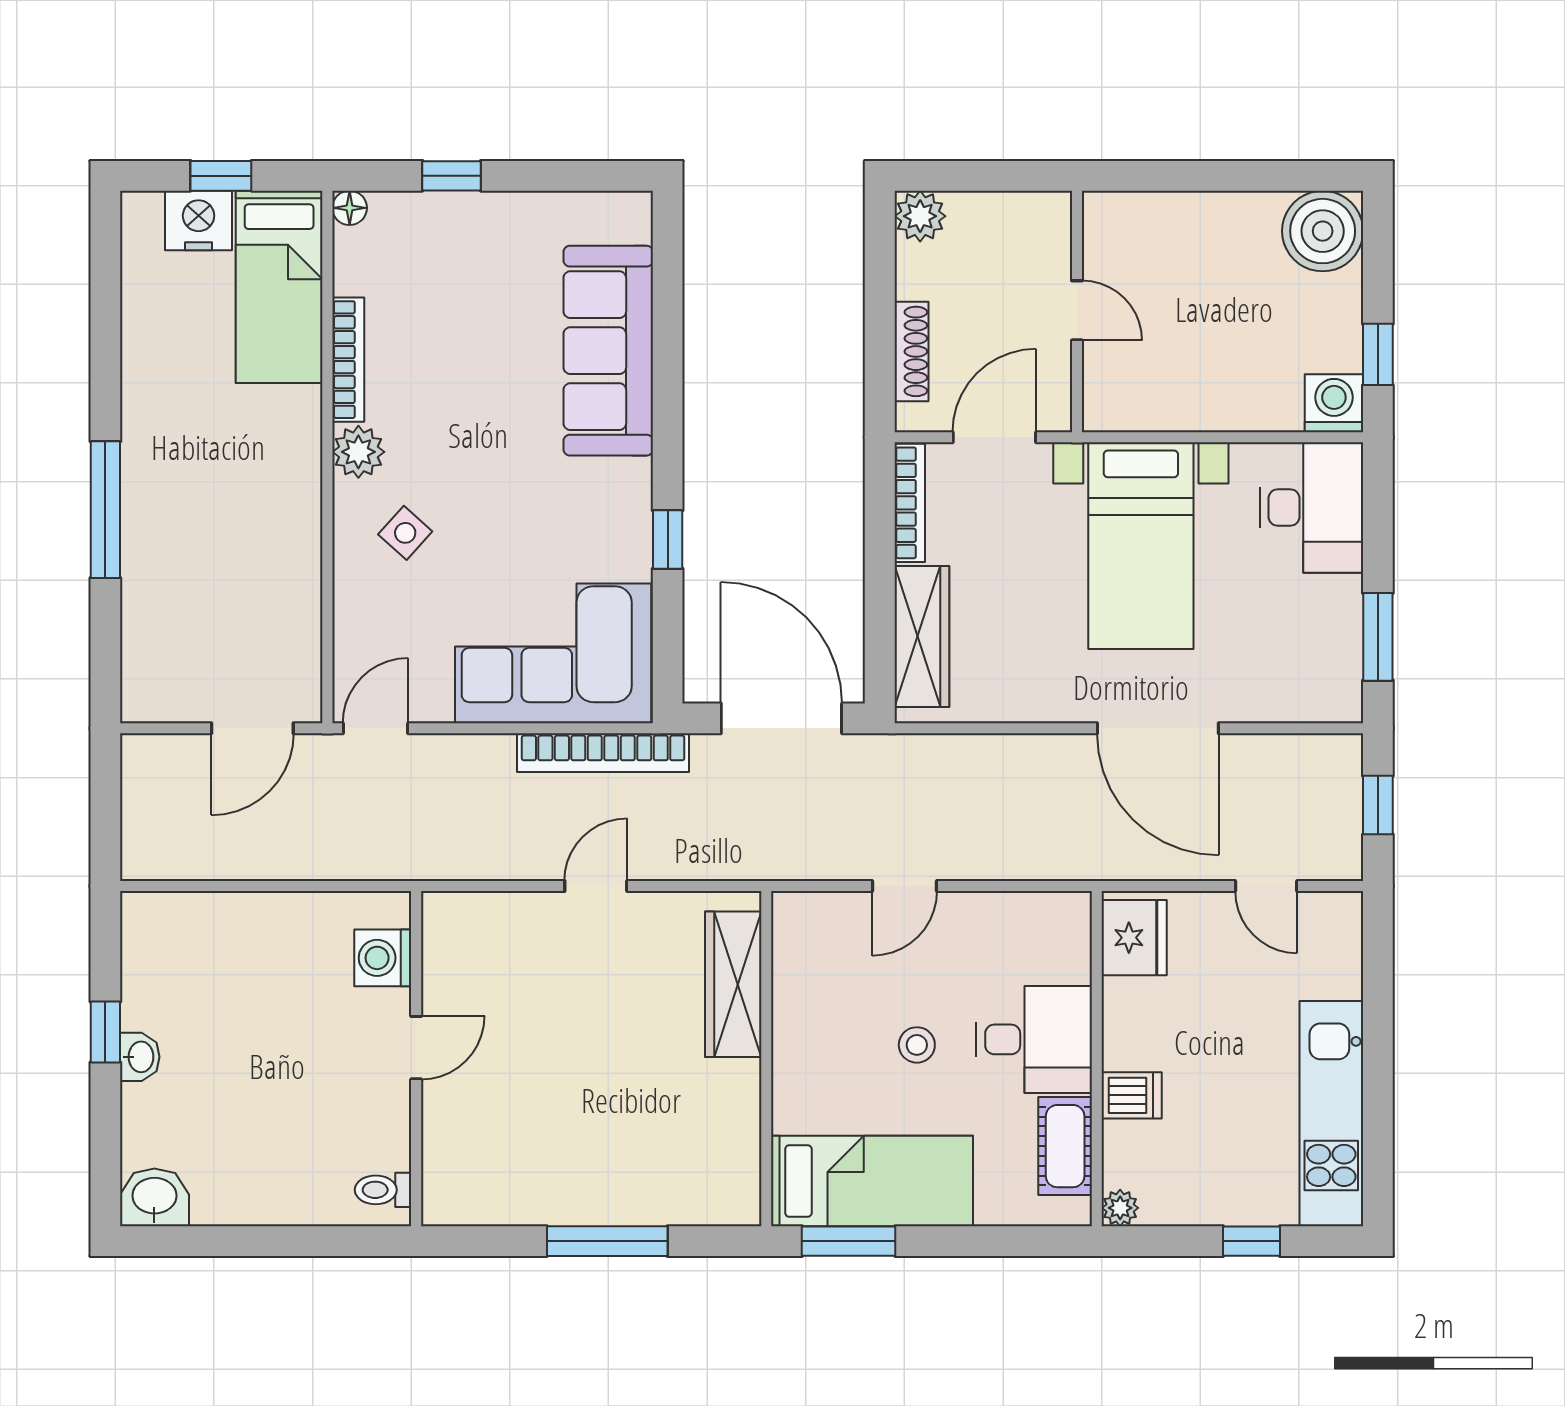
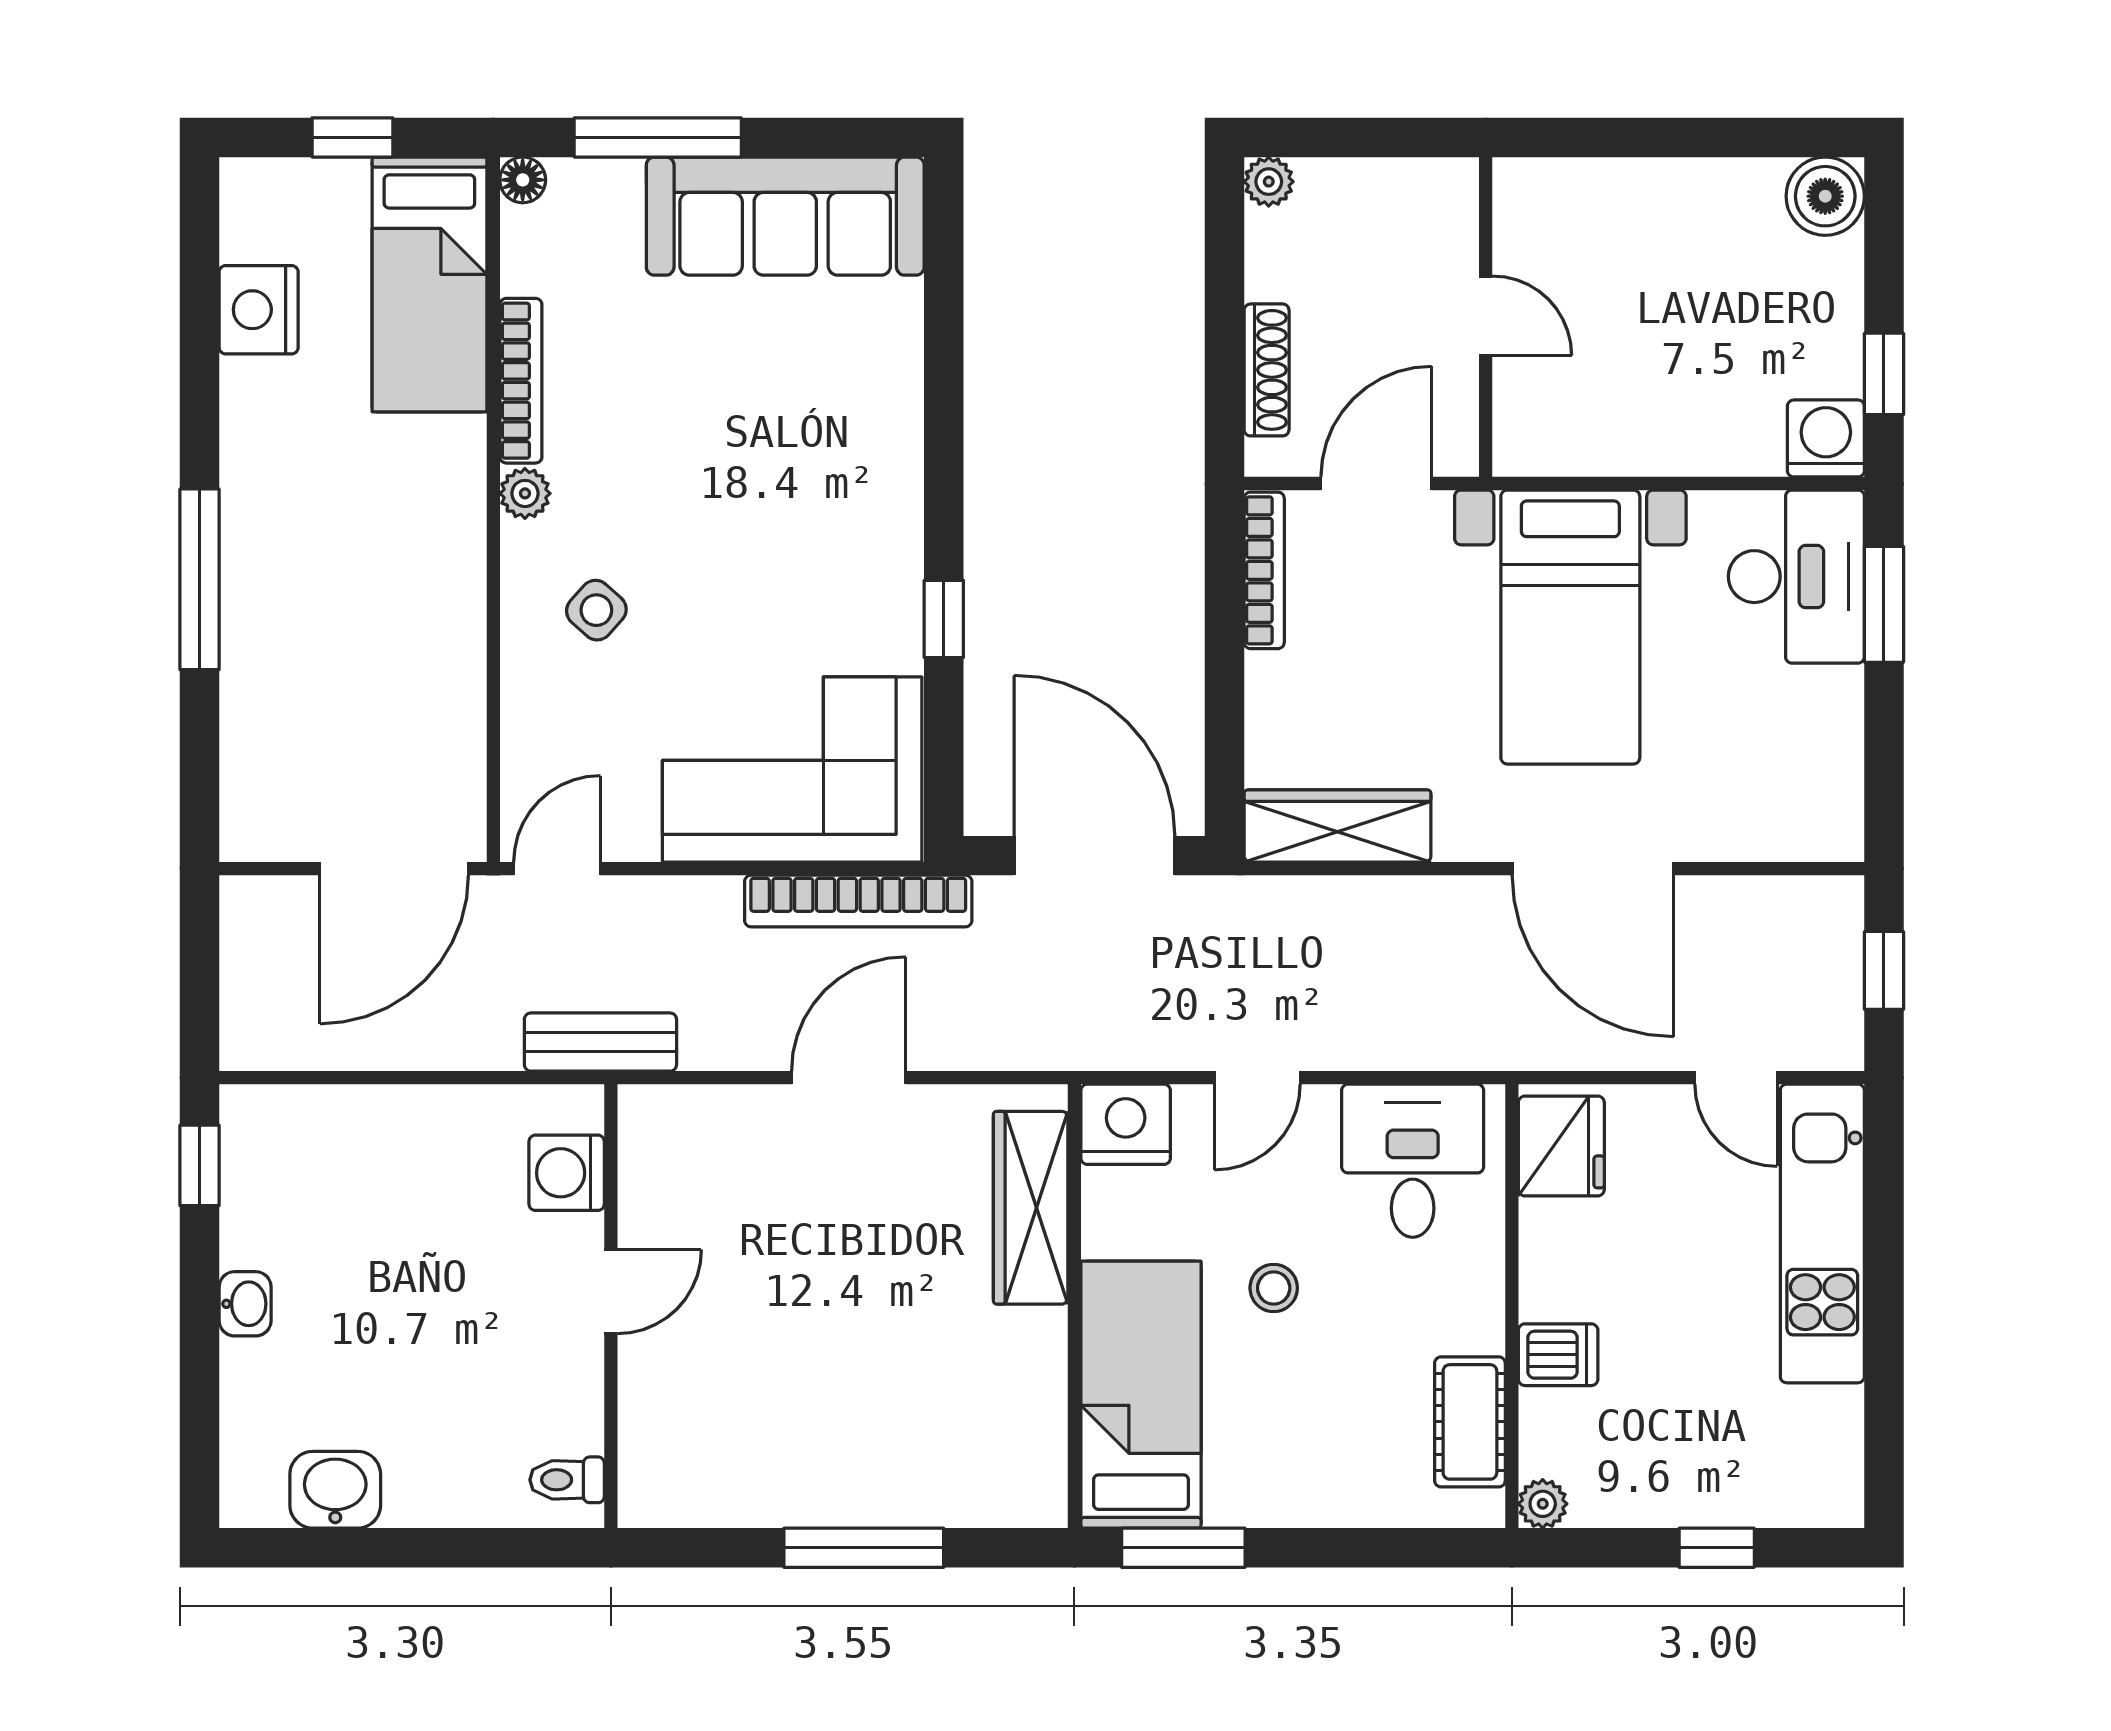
window: (452, 176) -> (658, 137), width x2.17
plant: (920, 216) -> (1269, 182), width x0.73, depth x0.73
nightstand: (199, 220) -> (259, 310), moved, turned -90
boiler: (1323, 231) -> (1825, 196), width x0.73, depth x0.73
sofa: (608, 351) -> (785, 216), moved, turned -90
plant: (358, 452) -> (525, 493), width x0.73, depth x0.73
wardrobe: (922, 637) -> (1338, 826), moved, turned -90
window: (1378, 637) -> (1884, 604), moved
door: (252, 728) -> (394, 869), width x1.36
bench: (408, 859) -> (600, 1042), added
door: (596, 886) -> (849, 1078), width x1.38
nightstand: (805, 921) -> (1126, 1124), added
window: (105, 1032) -> (199, 1165), moved
desk: (1034, 1039) -> (1413, 1161), moved, turned -90
kitchen unit: (1331, 1114) -> (1822, 1233), moved
bed: (872, 1181) -> (1141, 1395), moved, turned -90
washbasin: (154, 1197) -> (335, 1490), moved

